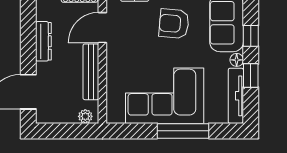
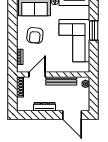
door: (102, 28) -> (37, 75), swing flipped
window: (183, 131) -> (94, 30), width x0.69

